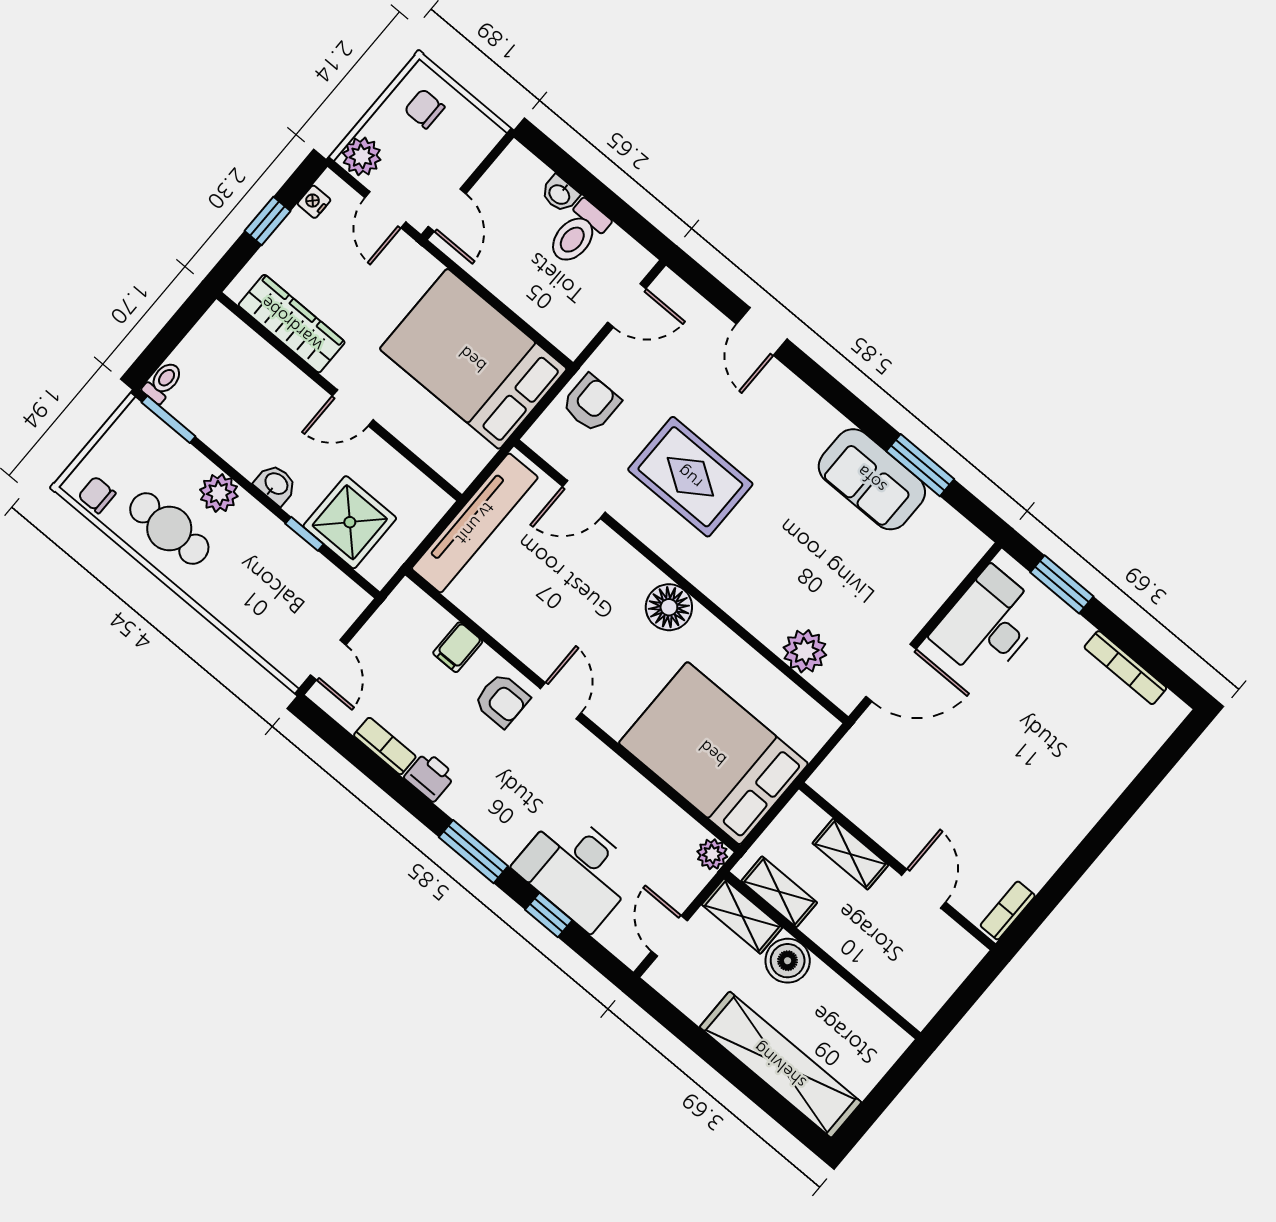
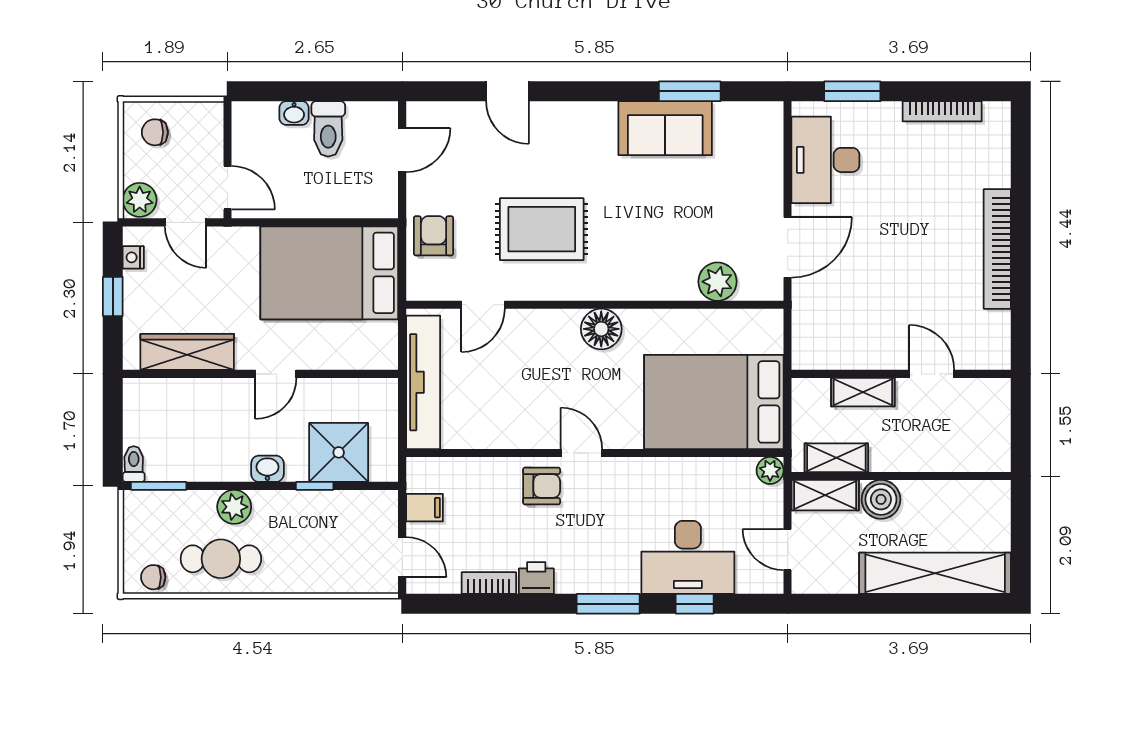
filing cabinet: (458, 647) -> (424, 508), moved, turned -90
bookcase: (1008, 911) -> (997, 249), moved, width x2.31, depth x1.31

